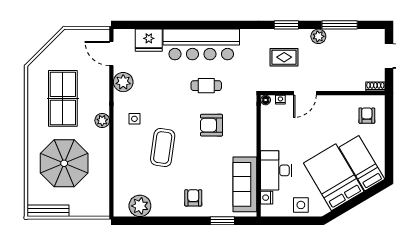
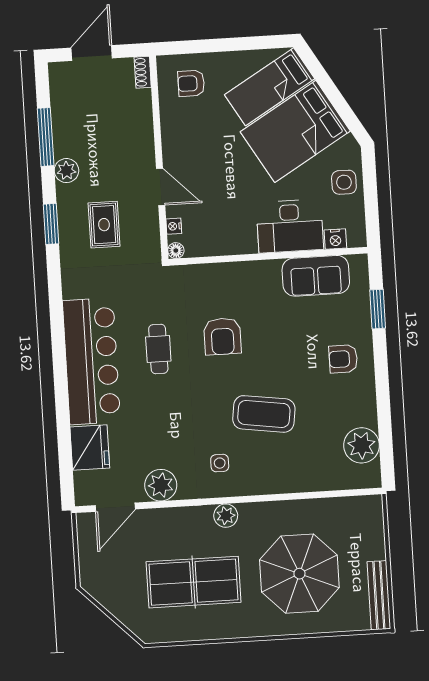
sofa: (245, 184) -> (316, 276), width x0.73

